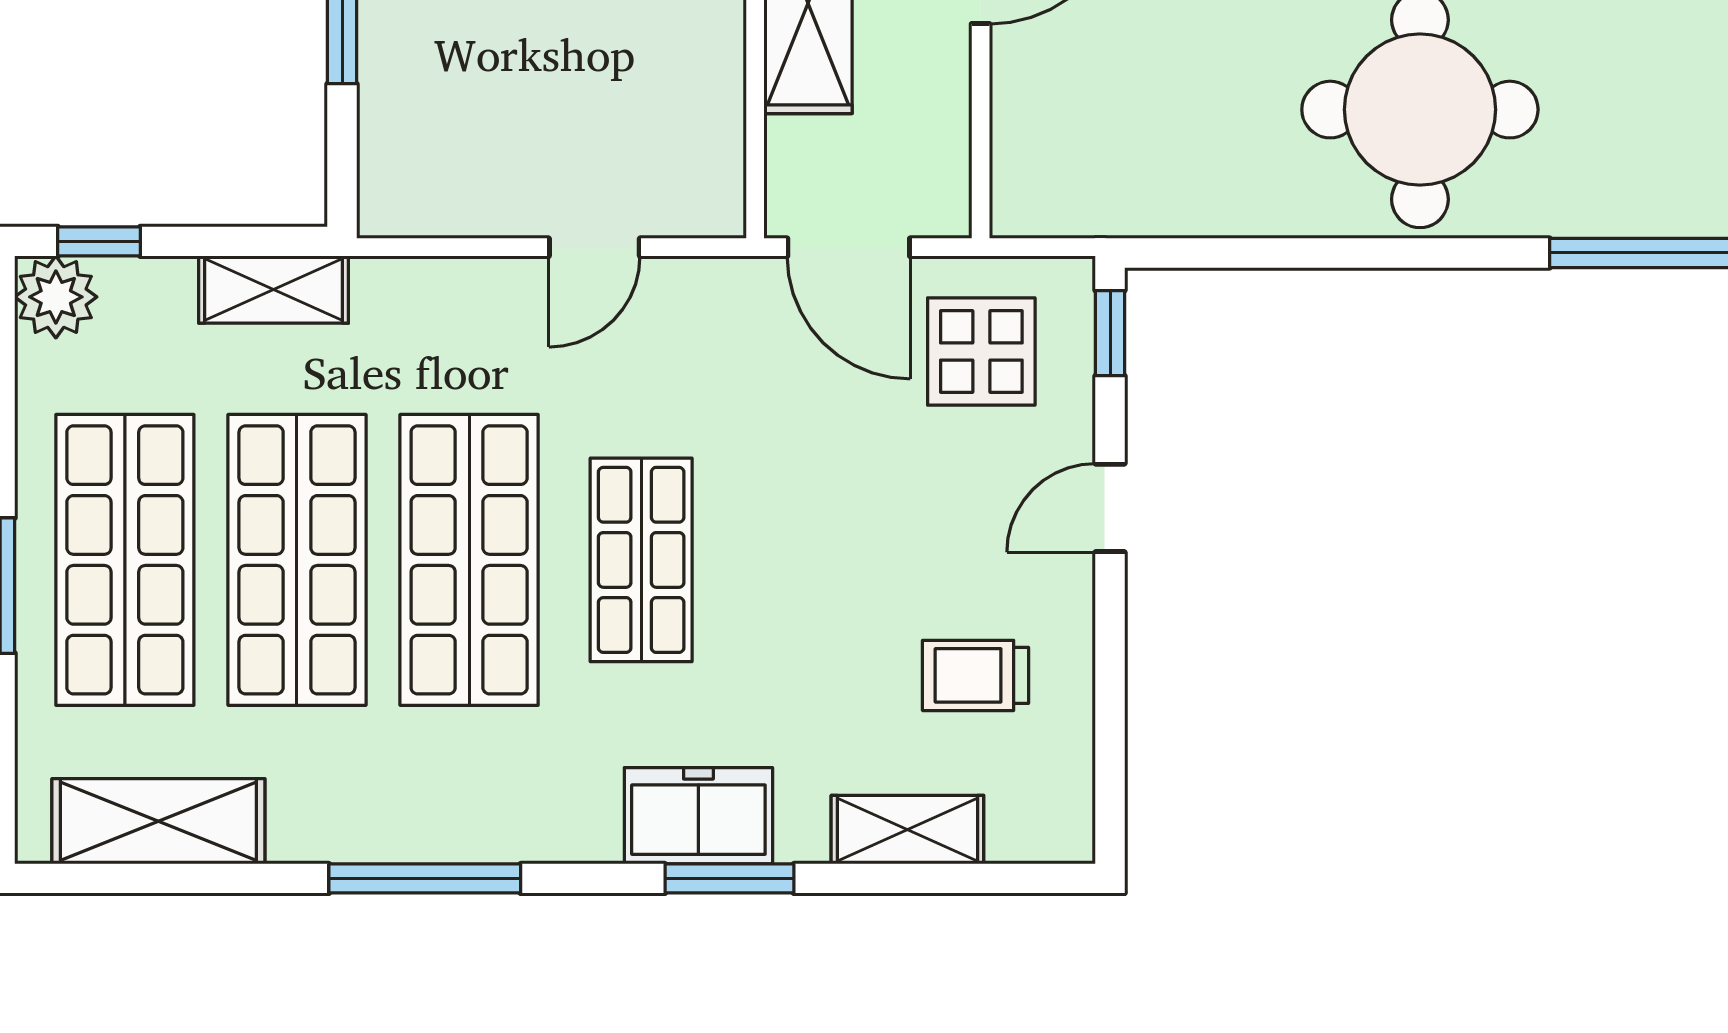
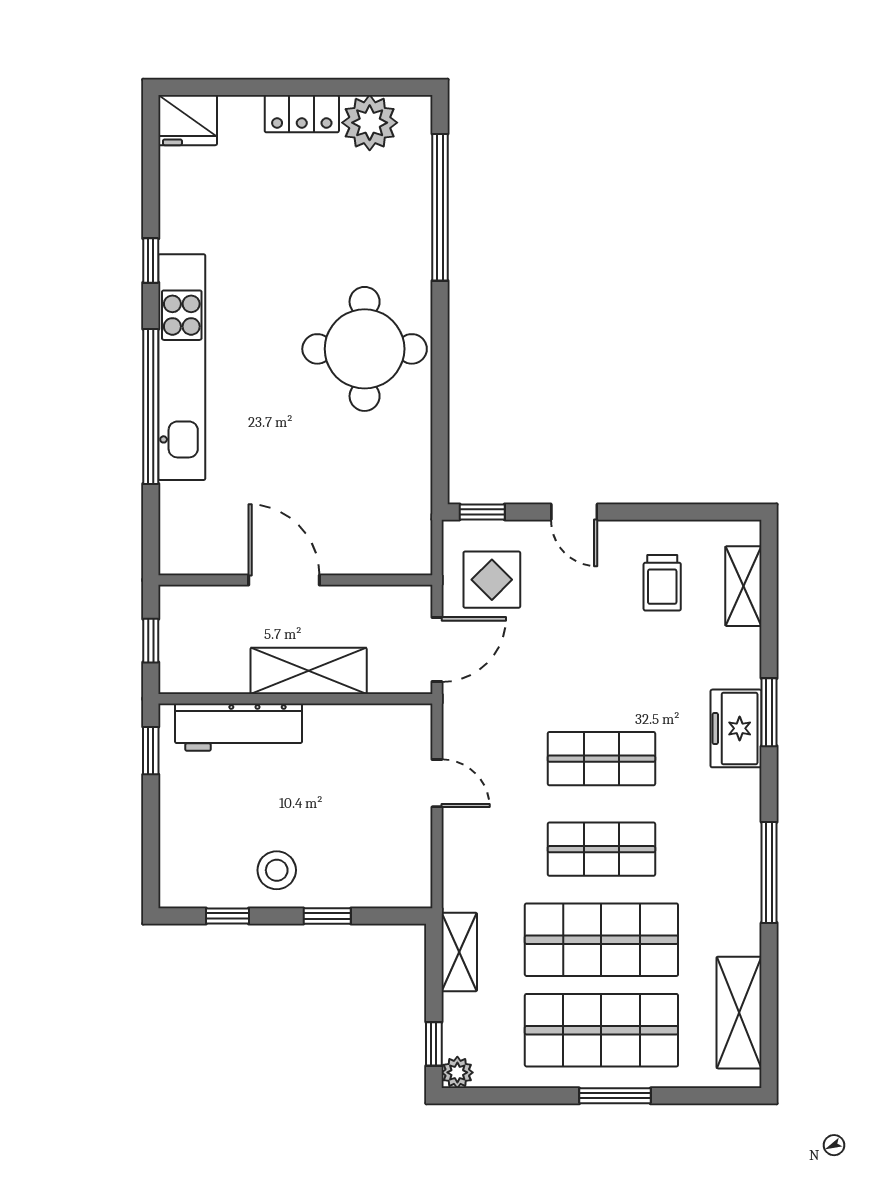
plant: (56, 297) -> (457, 1072), width x0.73, depth x0.73
shop shelf: (469, 560) -> (601, 849), width x0.70, depth x0.74
shelving: (907, 830) -> (743, 586), moved

